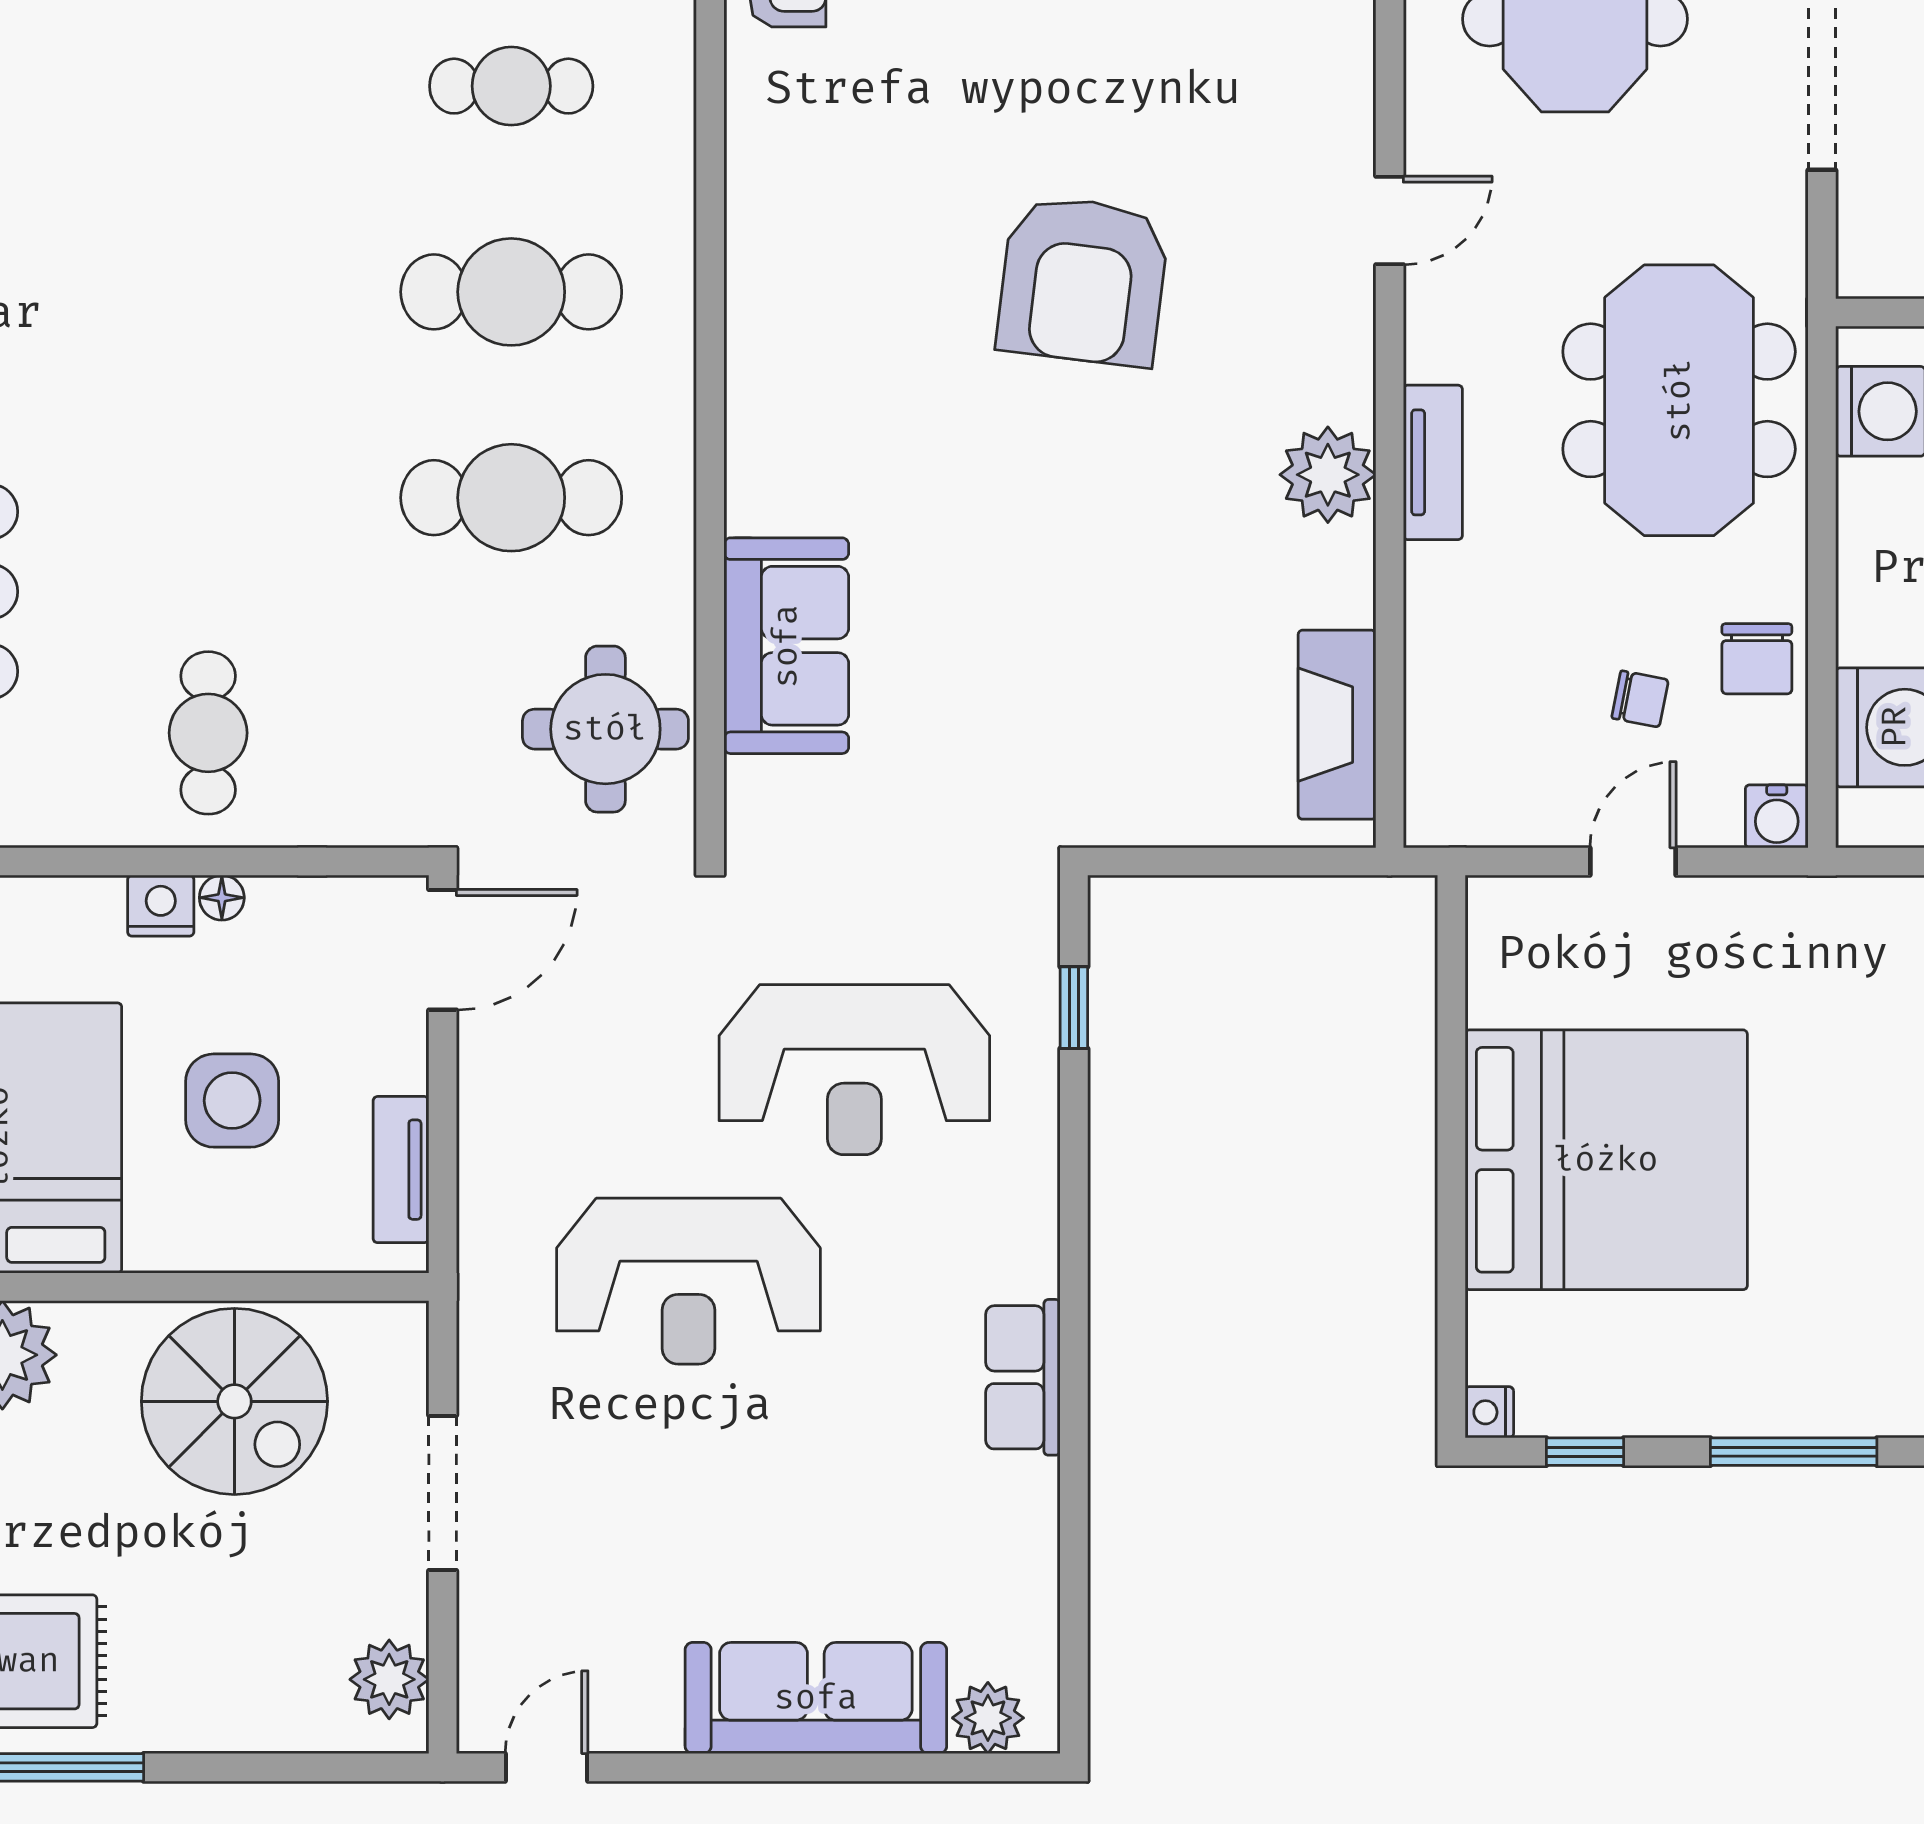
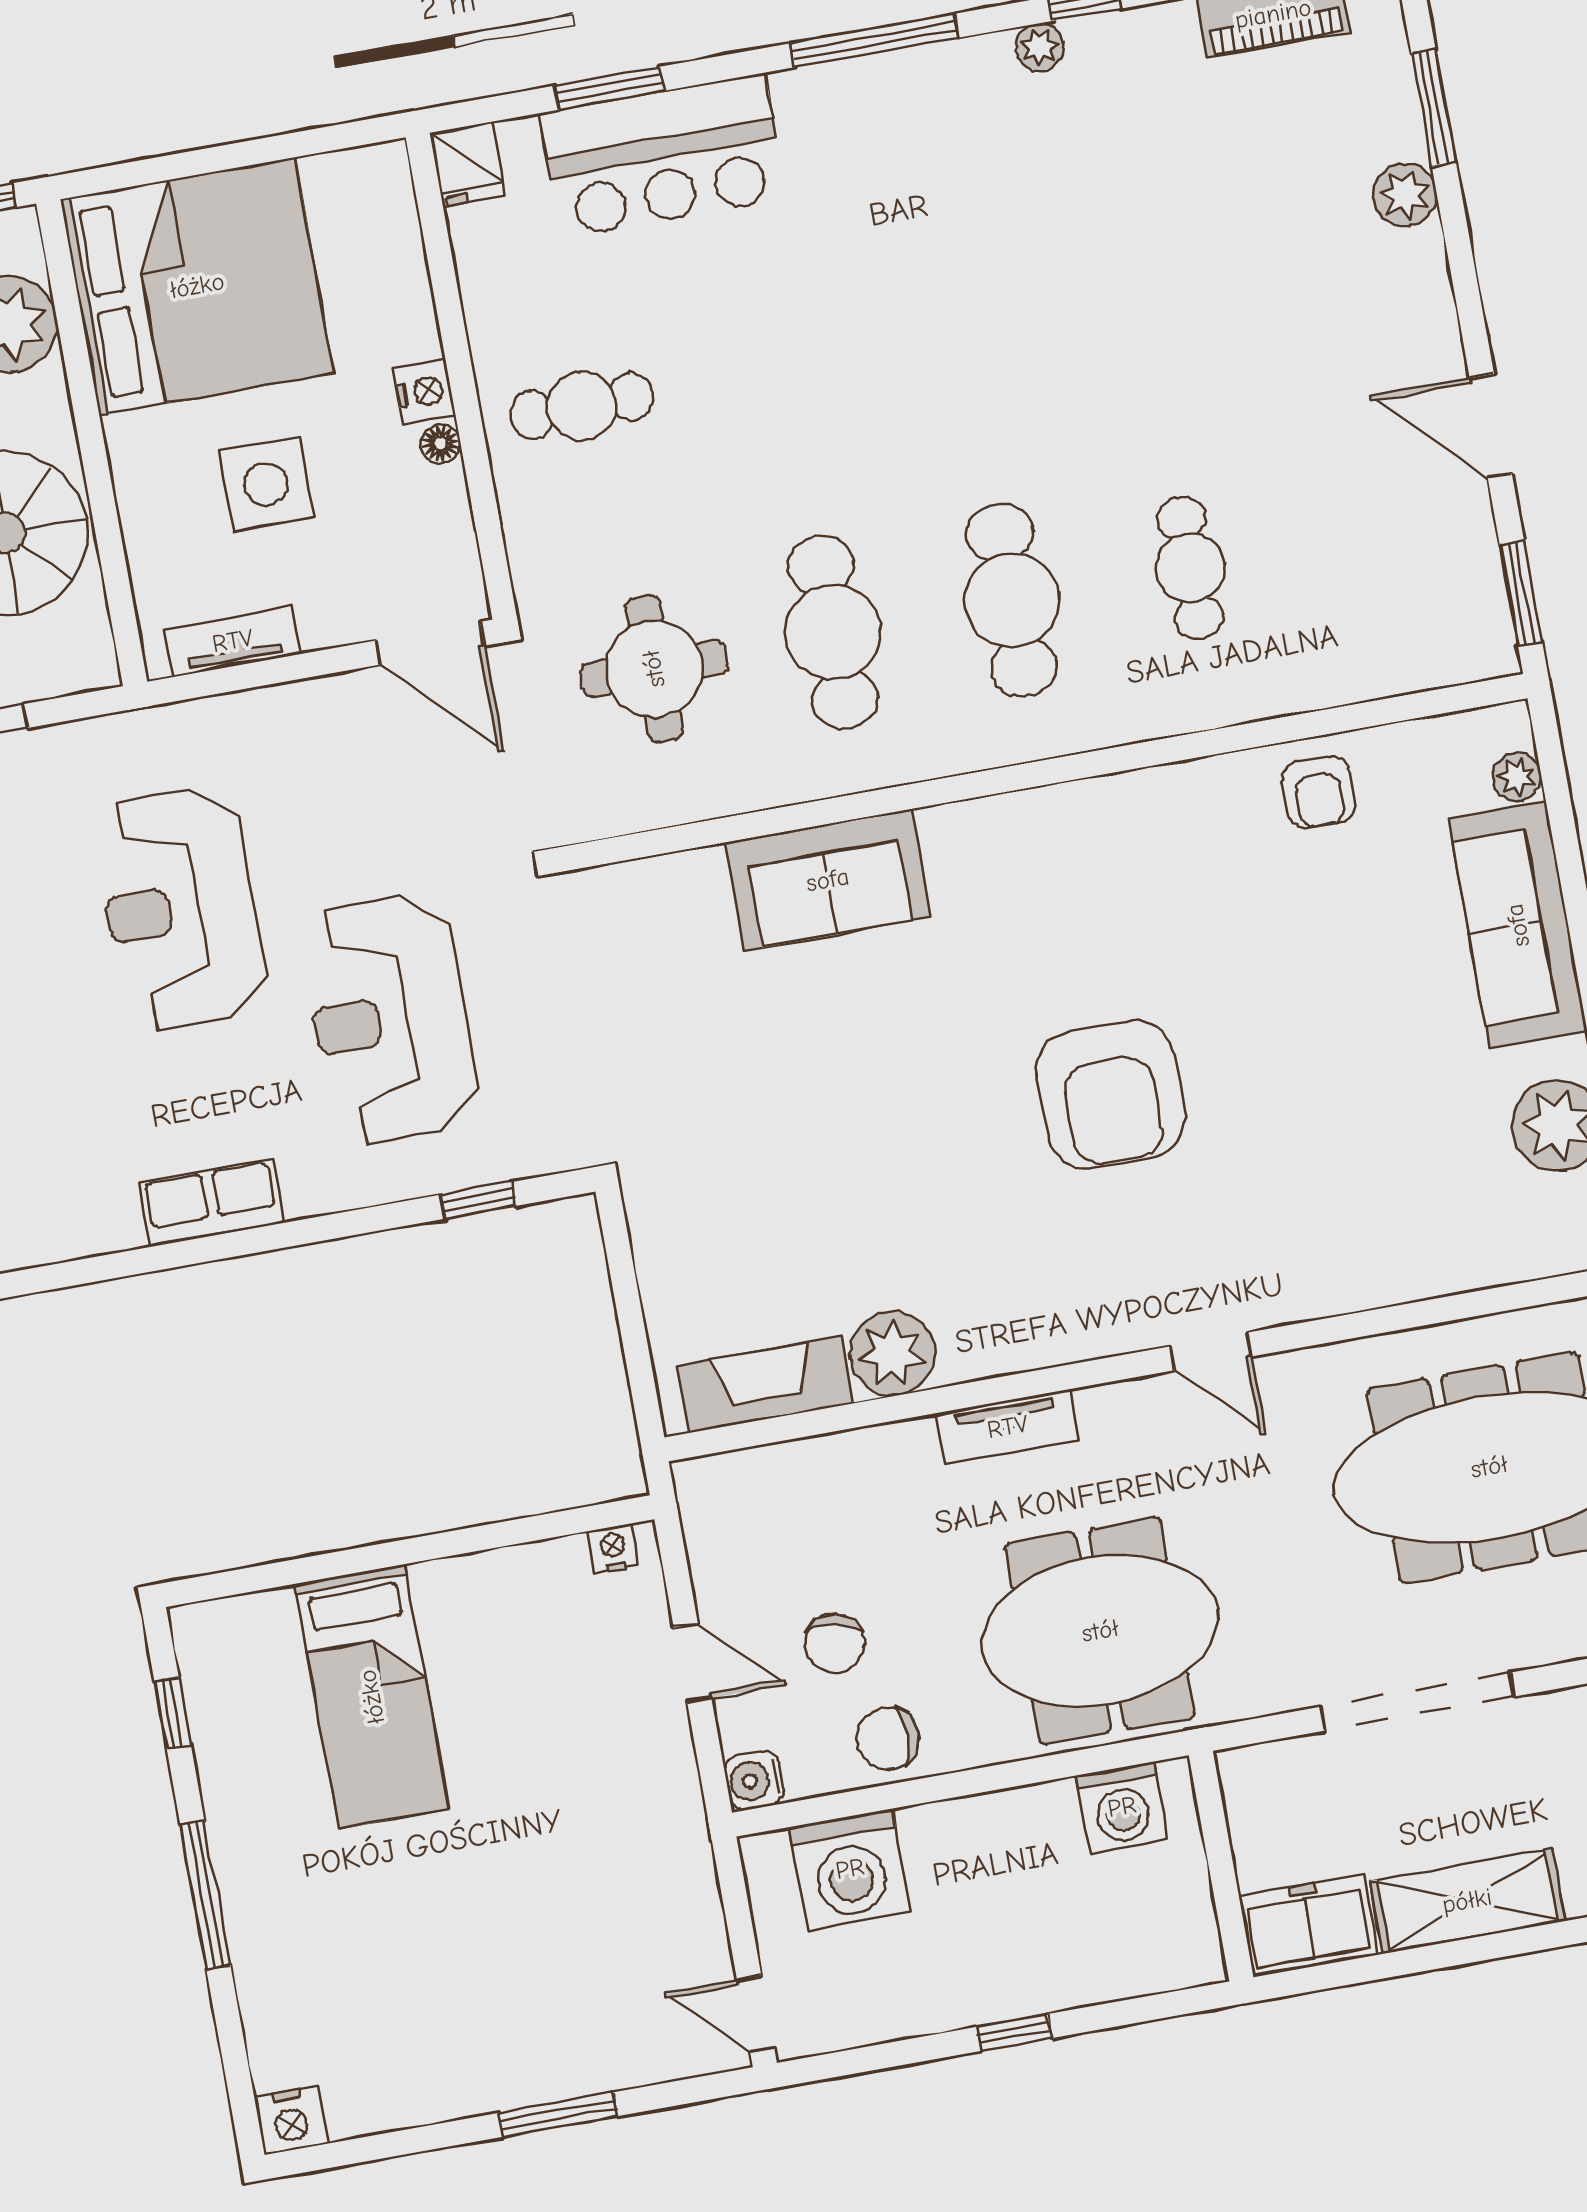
armchair: (1083, 281) -> (1111, 1095), turned -97
plant: (1328, 475) -> (892, 1353), moved
sofa: (786, 646) -> (828, 880), moved
chair: (1640, 699) -> (835, 1643), width x1.37, depth x1.37
round table: (605, 729) -> (654, 669), moved
bed: (1606, 1160) -> (372, 1697), width x0.49
row of seats: (1023, 1377) -> (211, 1203), moved
nightstand: (1489, 1412) -> (613, 1548), moved

